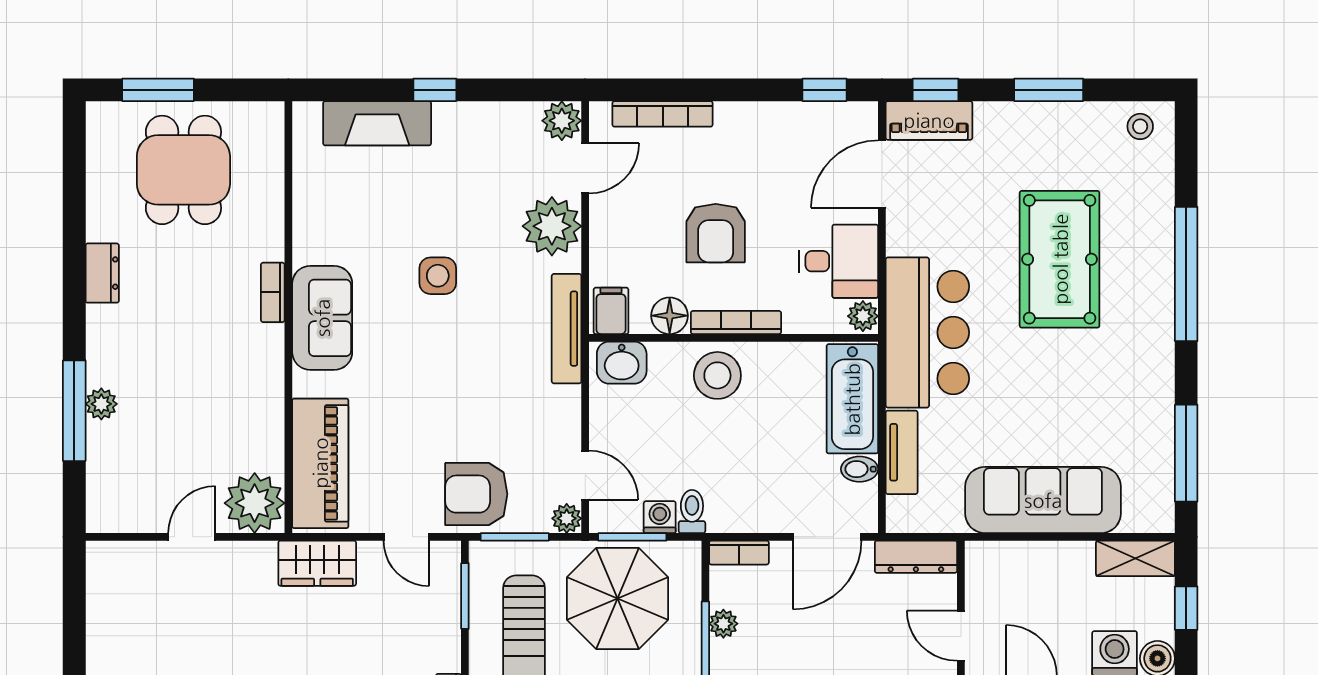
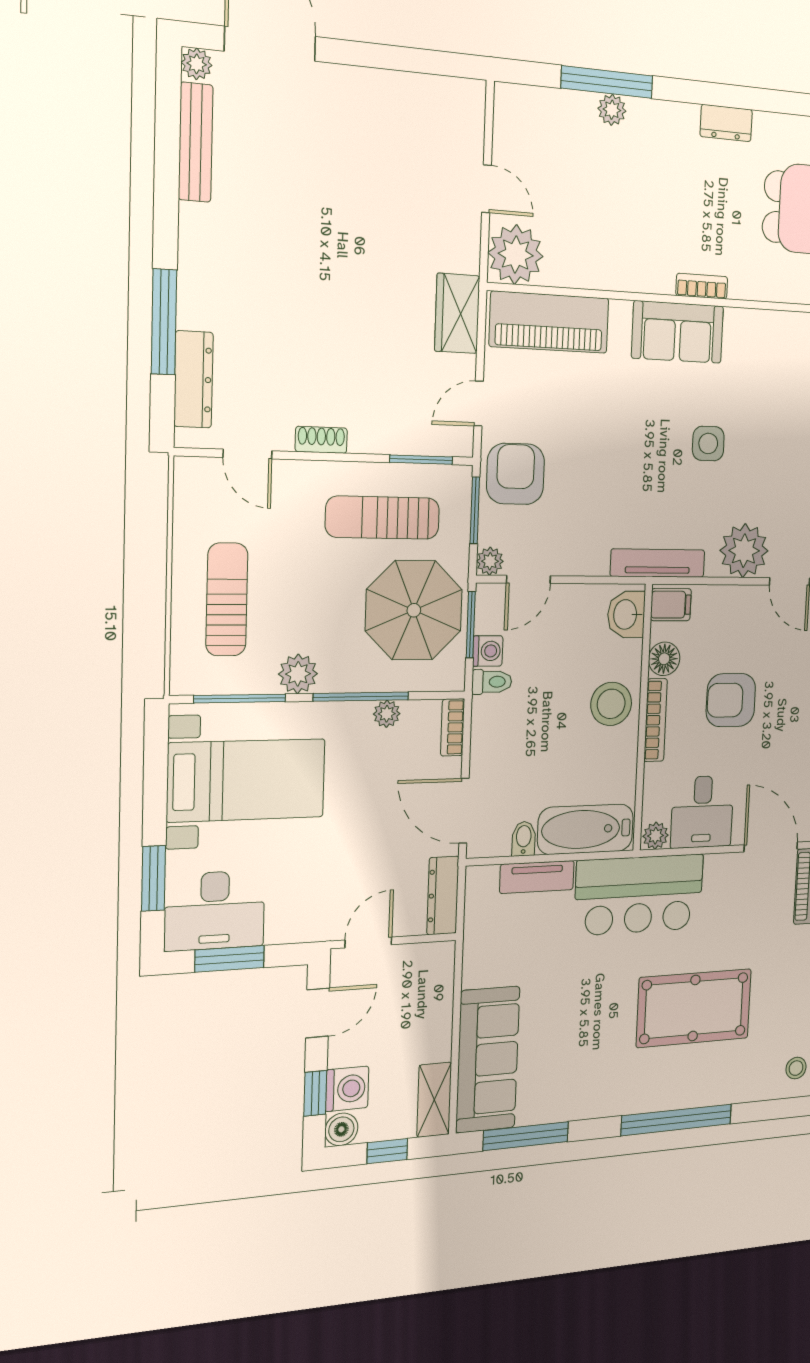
sofa: (1043, 500) -> (488, 1060), moved

